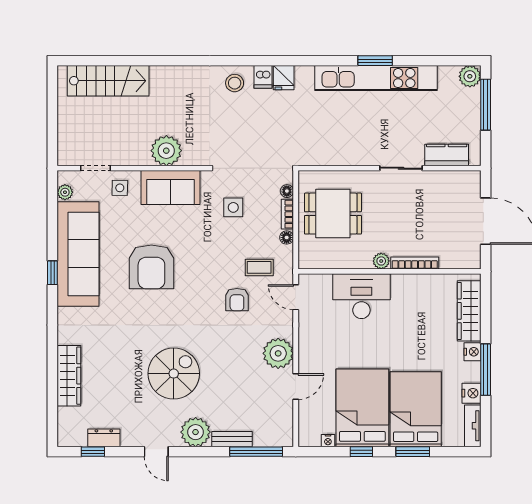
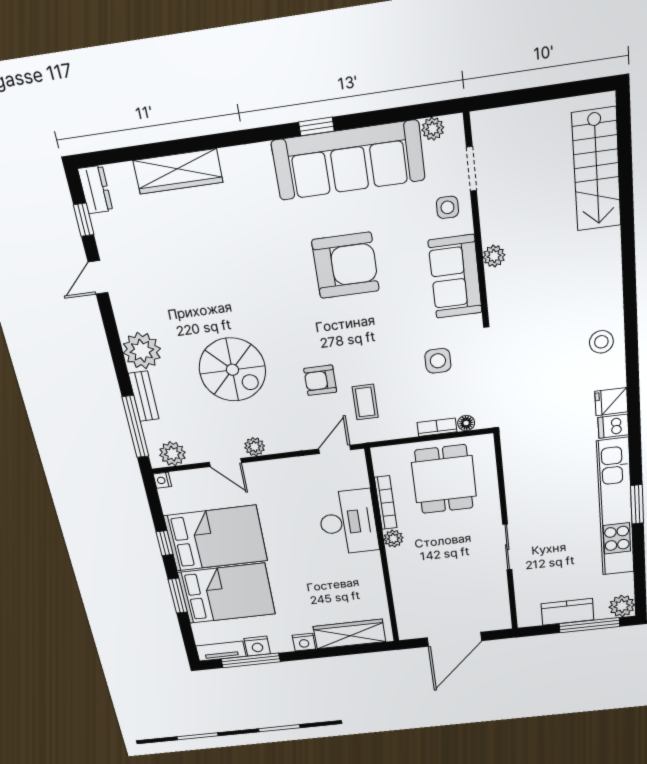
dishwasher: (263, 77) -> (613, 426), moved
plant: (166, 151) -> (494, 256), width x0.53, depth x0.53
kitchen counter: (447, 155) -> (567, 612), moved, turned -90
floor lamp: (287, 238) -> (407, 430), removed
bookcase: (415, 263) -> (386, 503), moved
armchair: (151, 267) -> (346, 265), turned 180
plant: (278, 353) -> (255, 447), width x0.53, depth x0.53
window: (486, 370) -> (251, 660), moved
spiral stairs: (174, 374) -> (232, 370), moved
plant: (283, 427) -> (172, 454), added
dresser: (104, 438) -> (95, 190), moved
nightstand: (328, 441) -> (162, 480), moved
door: (156, 452) -> (98, 277), moved

